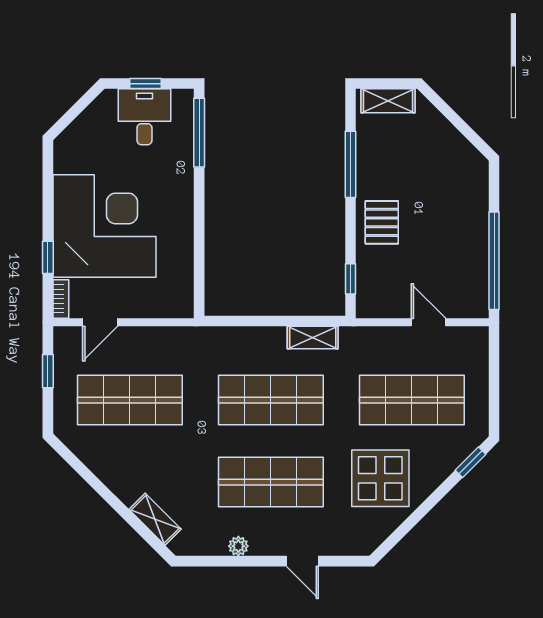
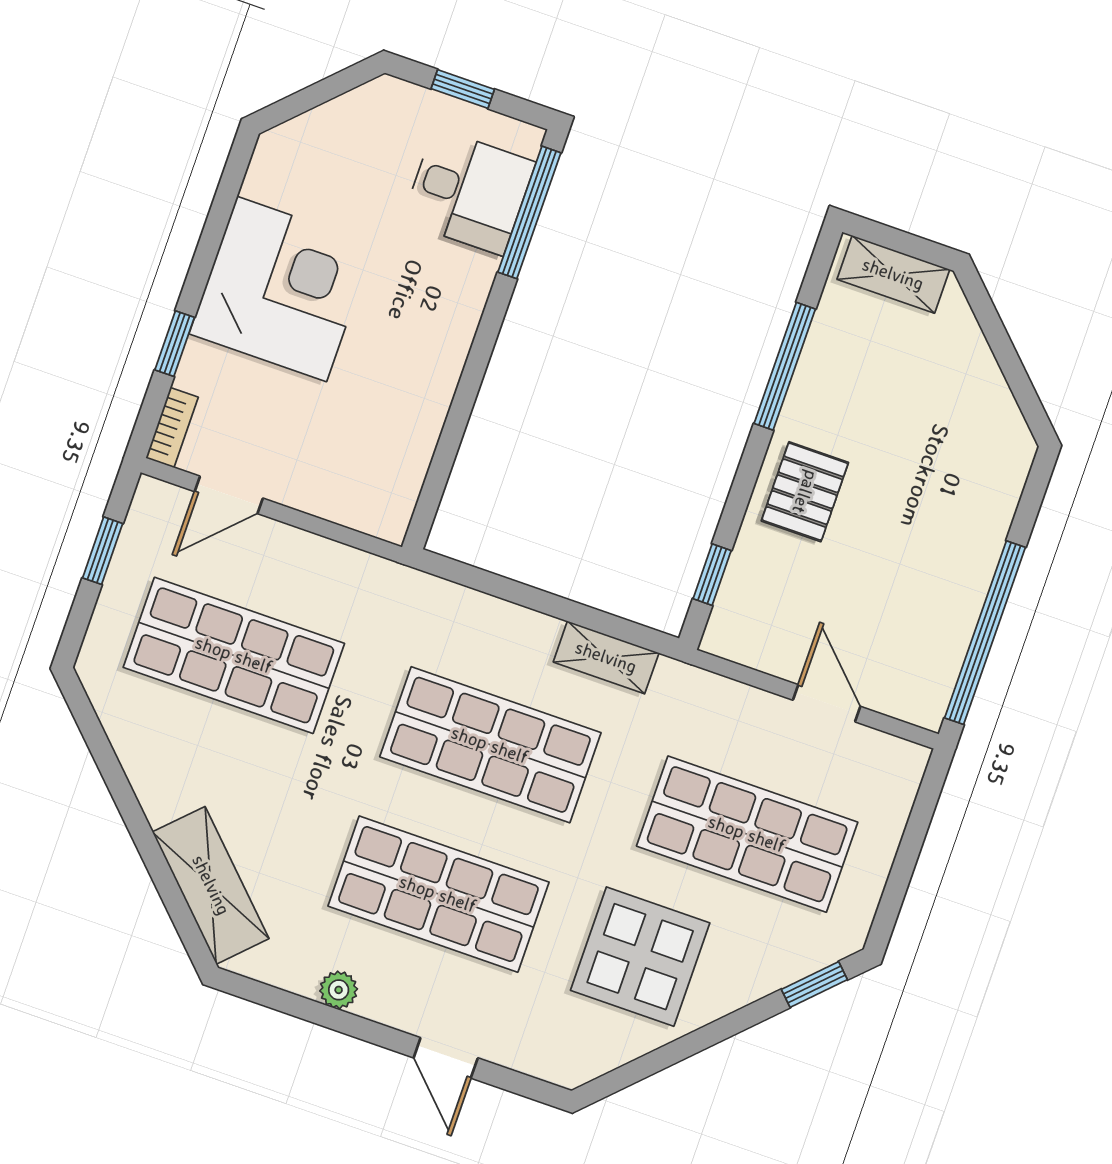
desk: (144, 117) -> (469, 192), moved, turned 90
corner desk: (104, 226) -> (282, 289), width x0.74, depth x0.74
shelving: (155, 519) -> (211, 885), width x1.50, depth x1.33

